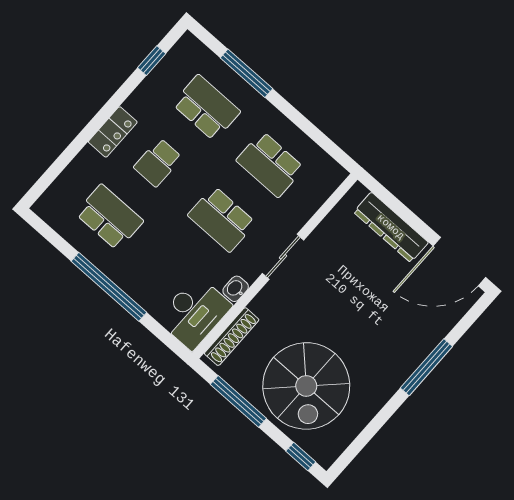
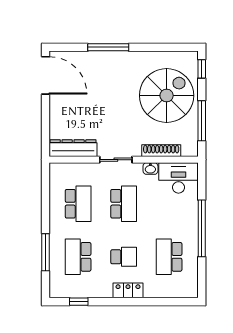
dresser: (391, 227) -> (73, 148), moved, turned -90
shoe rack: (232, 337) -> (161, 151), moved

